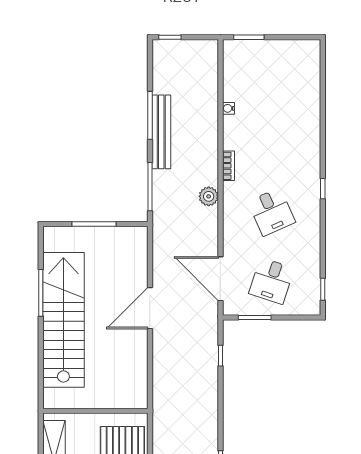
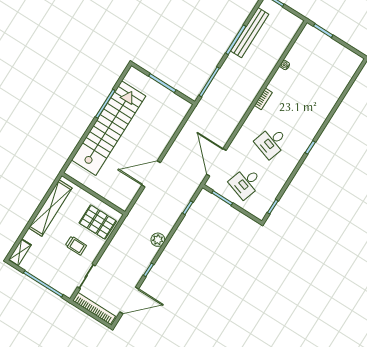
bench: (161, 132) -> (250, 33), moved
plant: (209, 196) -> (158, 240), moved
desk: (272, 212) -> (271, 142), turned 42
door: (150, 308) -> (151, 174), moved

